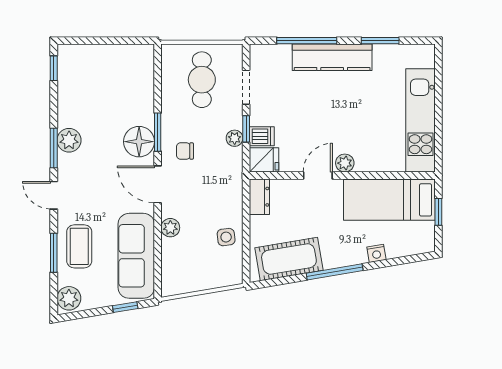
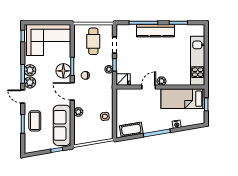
corner sofa: (108, 77) -> (49, 40), added
dishwasher: (262, 136) -> (122, 68), removed
dresser: (259, 197) -> (121, 97), removed
cot: (289, 259) -> (131, 130), width x0.73, depth x0.75
plant: (69, 298) -> (30, 82), moved

